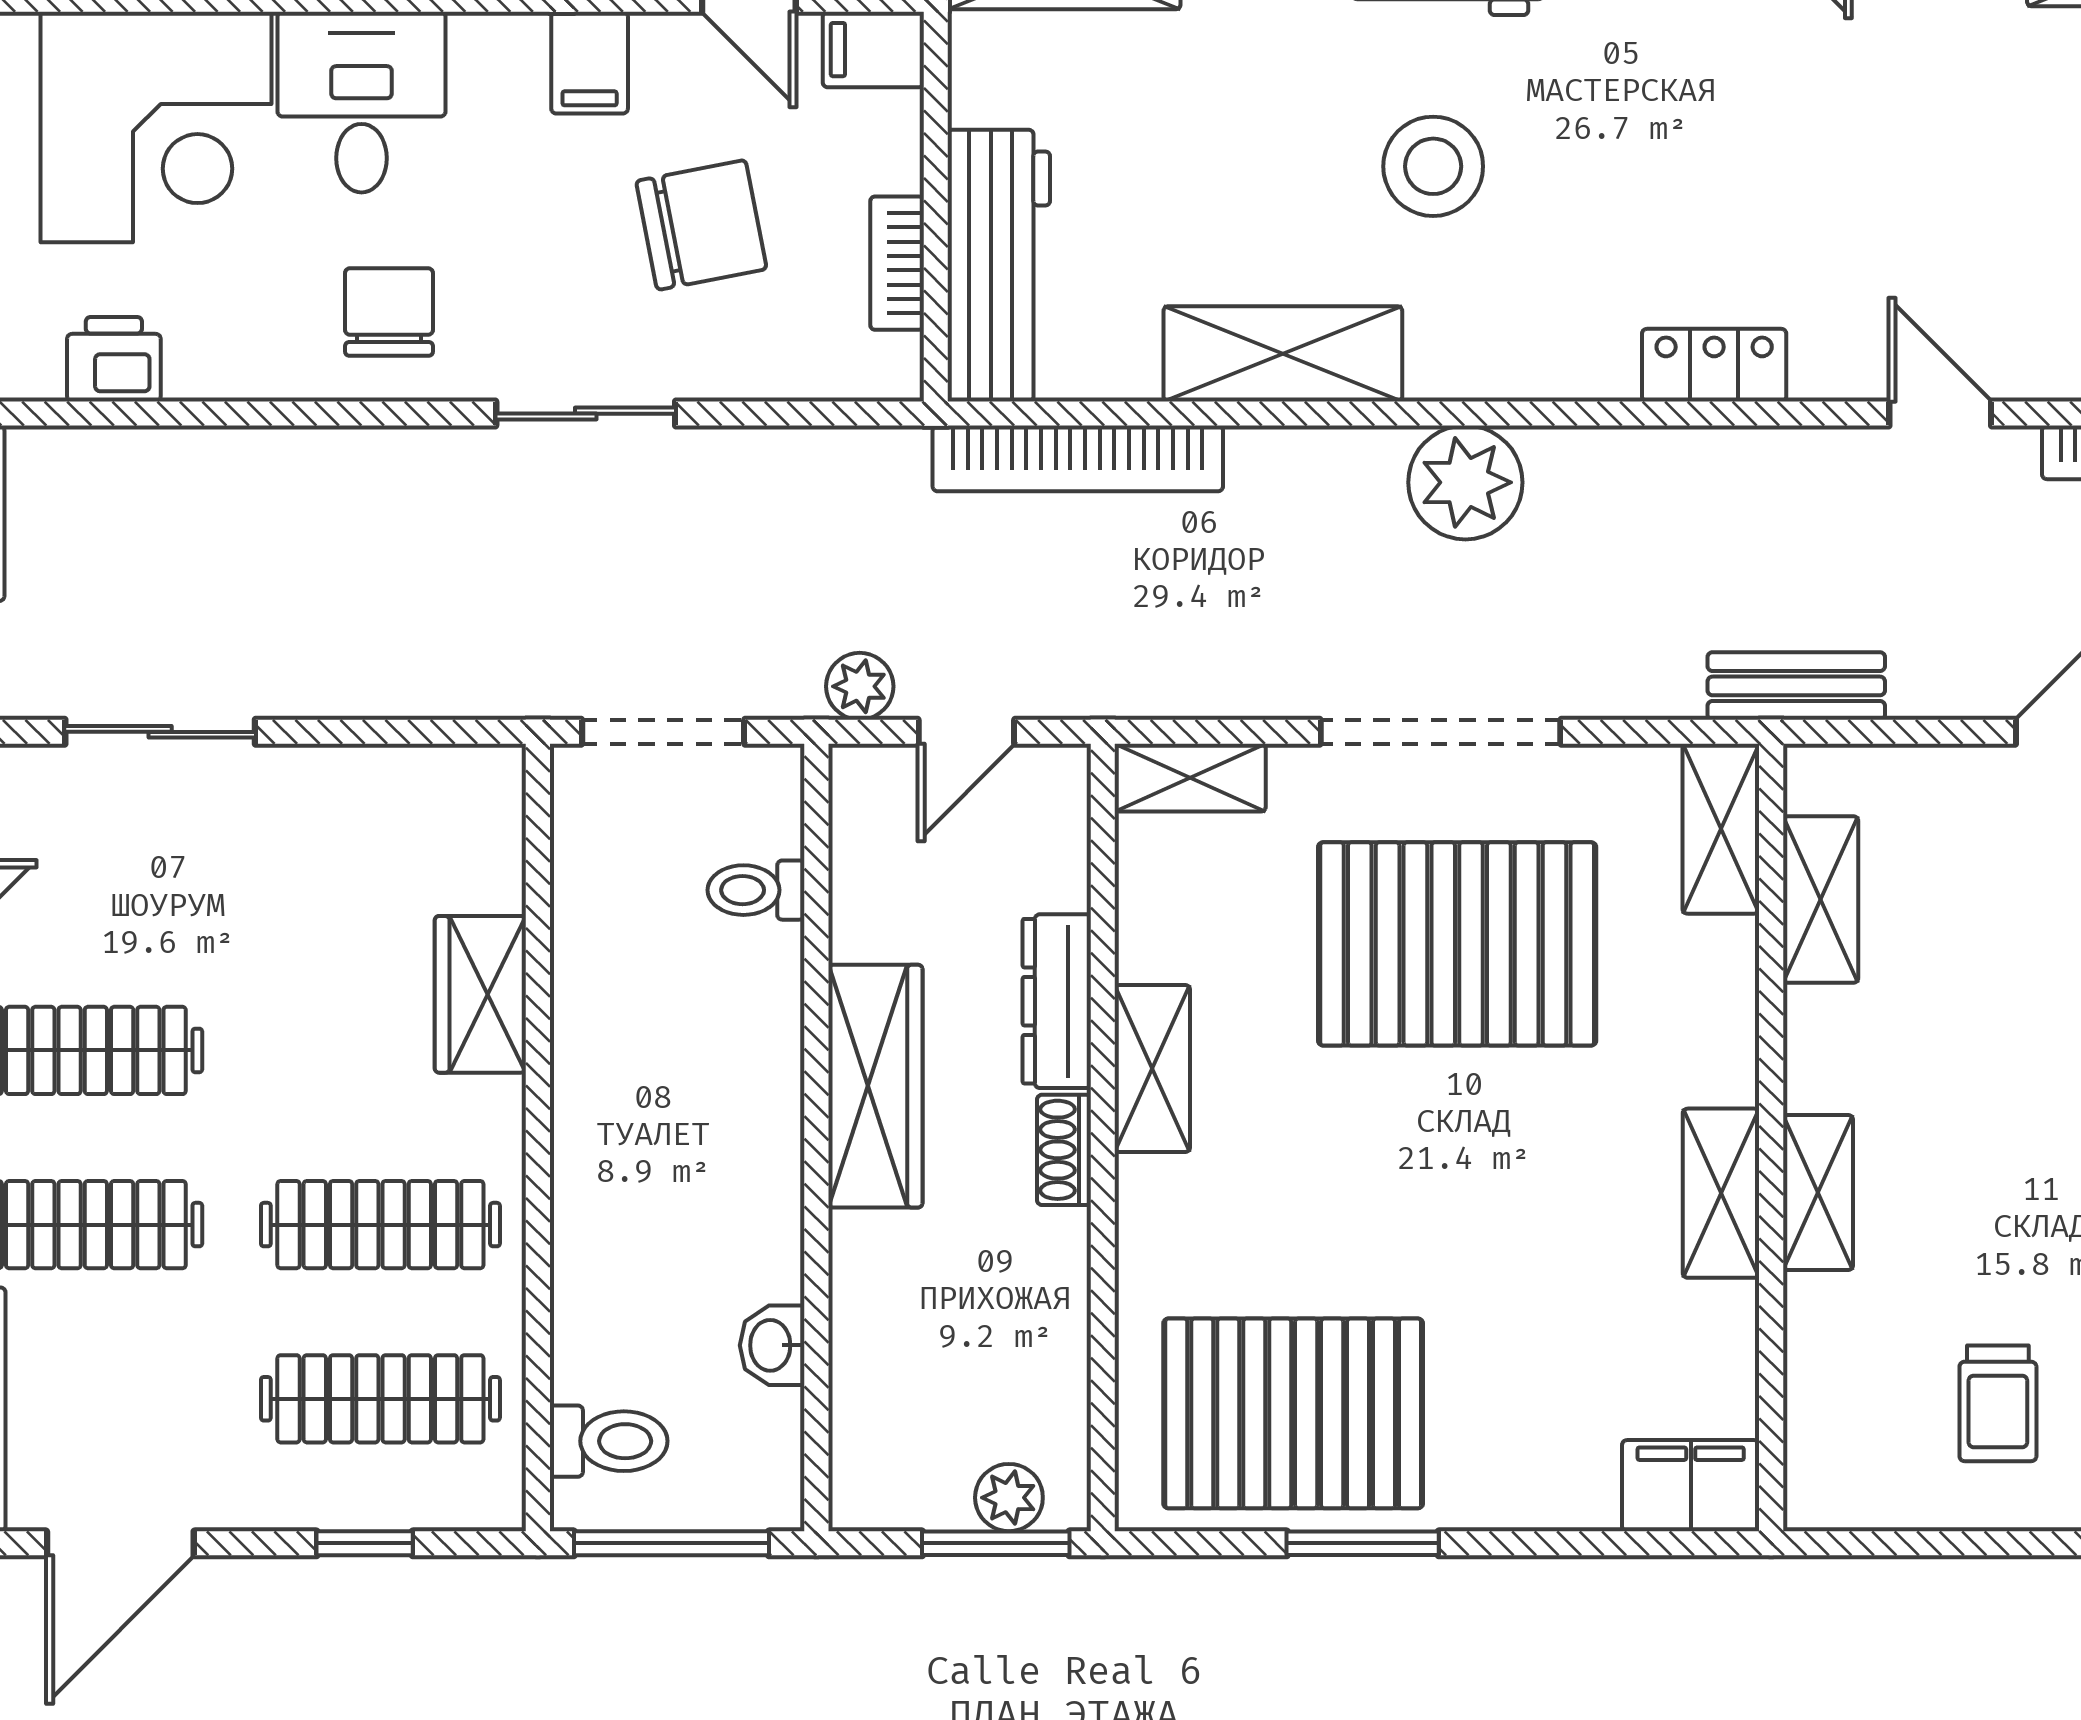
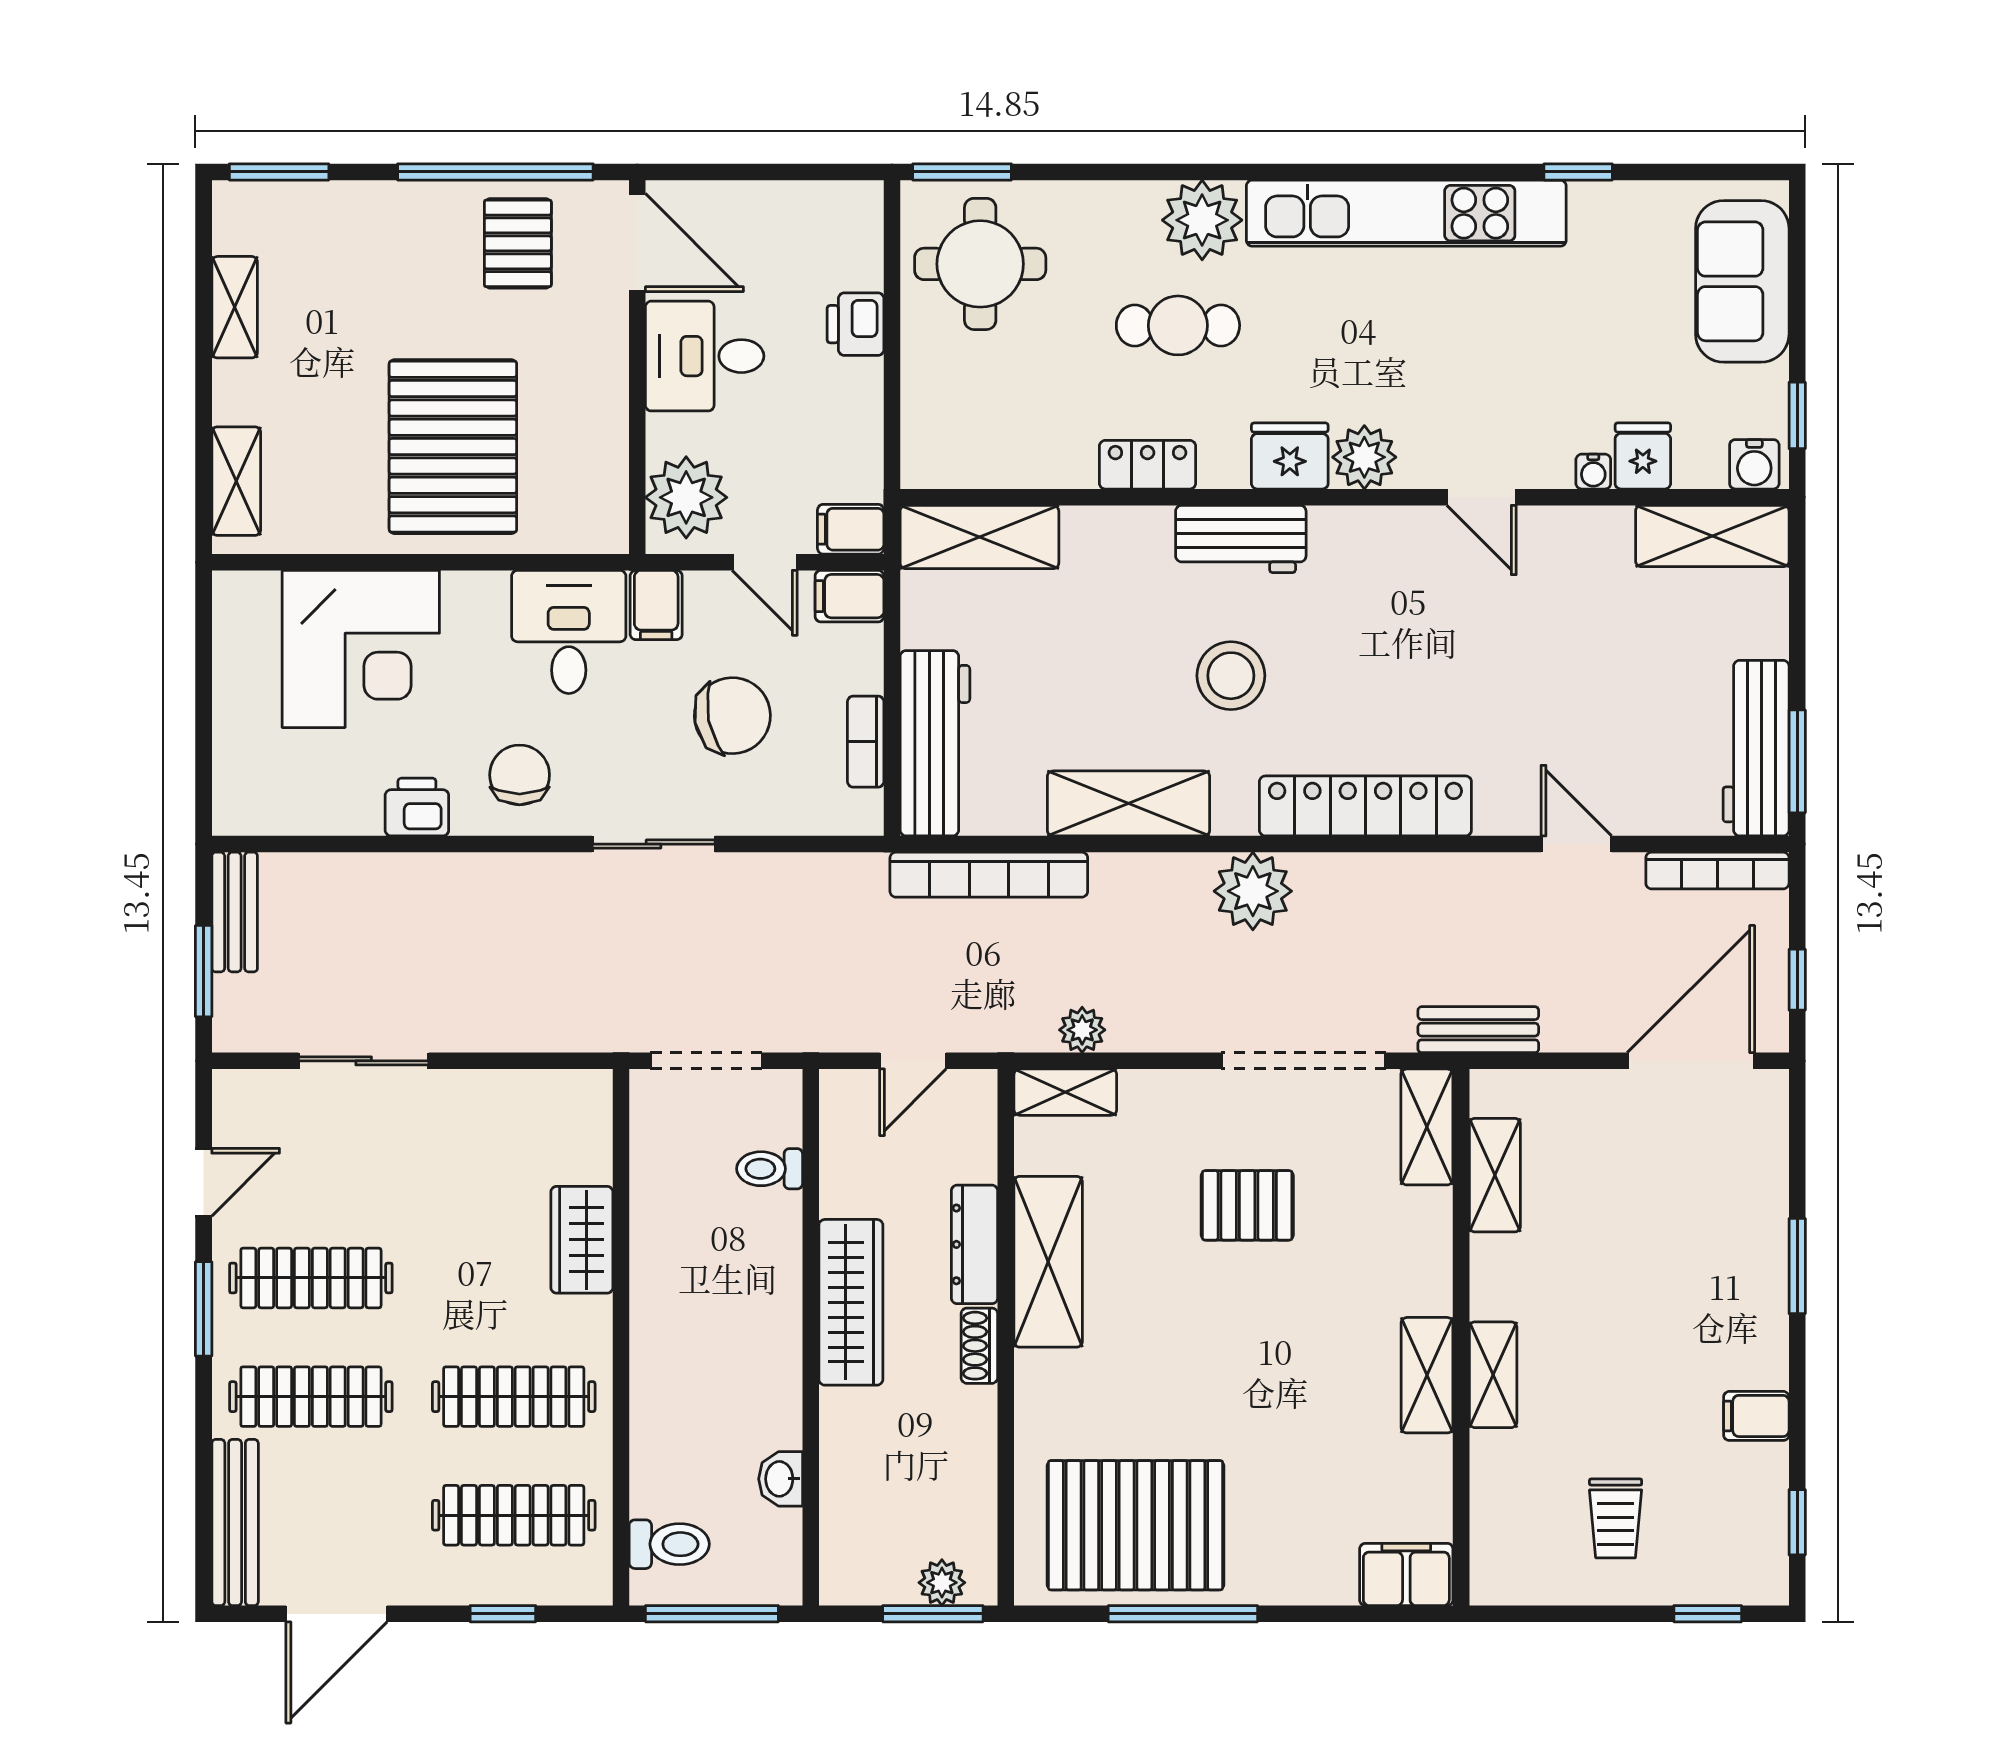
desk: (362, 102) -> (569, 632), moved
printer: (114, 359) -> (417, 807), moved
locker: (1714, 365) -> (1365, 806), width x2.16, depth x1.21
plant: (860, 686) -> (1082, 1030), moved
doorway: (1441, 732) -> (1304, 1061), moved
pallet: (1457, 944) -> (1247, 1205), width x0.49, depth x0.50
shelving: (1152, 1068) -> (1048, 1262), width x1.50, depth x1.33
window: (1363, 1543) -> (1183, 1614), width x1.44

